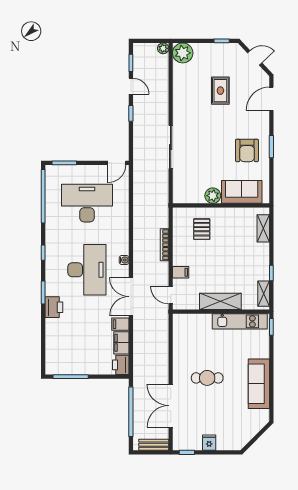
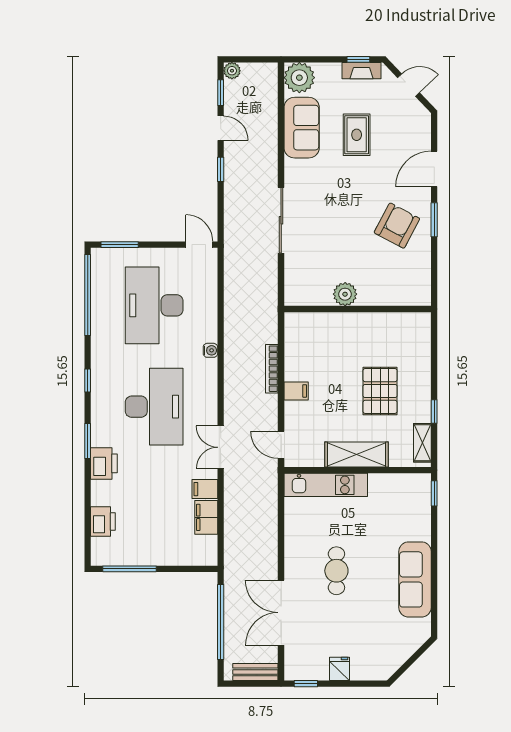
plant: (163, 48) -> (232, 71), moved
fireplace: (224, 48) -> (361, 71), added
door: (271, 99) -> (434, 169), moved
armchair: (247, 150) -> (397, 226), turned -152
door: (117, 163) -> (199, 245), swing flipped
sofa: (242, 192) -> (302, 128), moved, turned 90
desk: (87, 203) -> (154, 305), turned -90
shelving: (263, 228) -> (422, 344), removed
pallet: (202, 229) -> (380, 391), moved, width x1.50, depth x1.42
water cooler: (124, 260) -> (210, 350), moved
filing cabinet: (181, 272) -> (296, 391), moved
double door: (131, 297) -> (221, 447), width x0.73
kitchen unit: (240, 321) -> (326, 485), moved
printer: (121, 365) -> (103, 522), moved, turned 180
cafe table: (207, 378) -> (336, 571), turned 90

